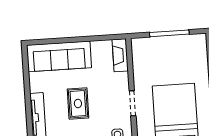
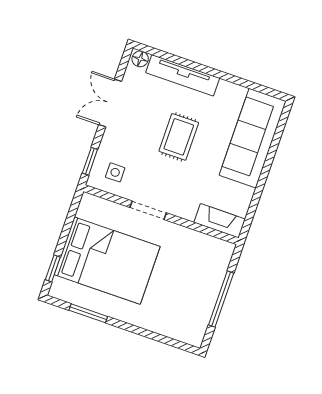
rug: (78, 103) -> (179, 137), turned 90

